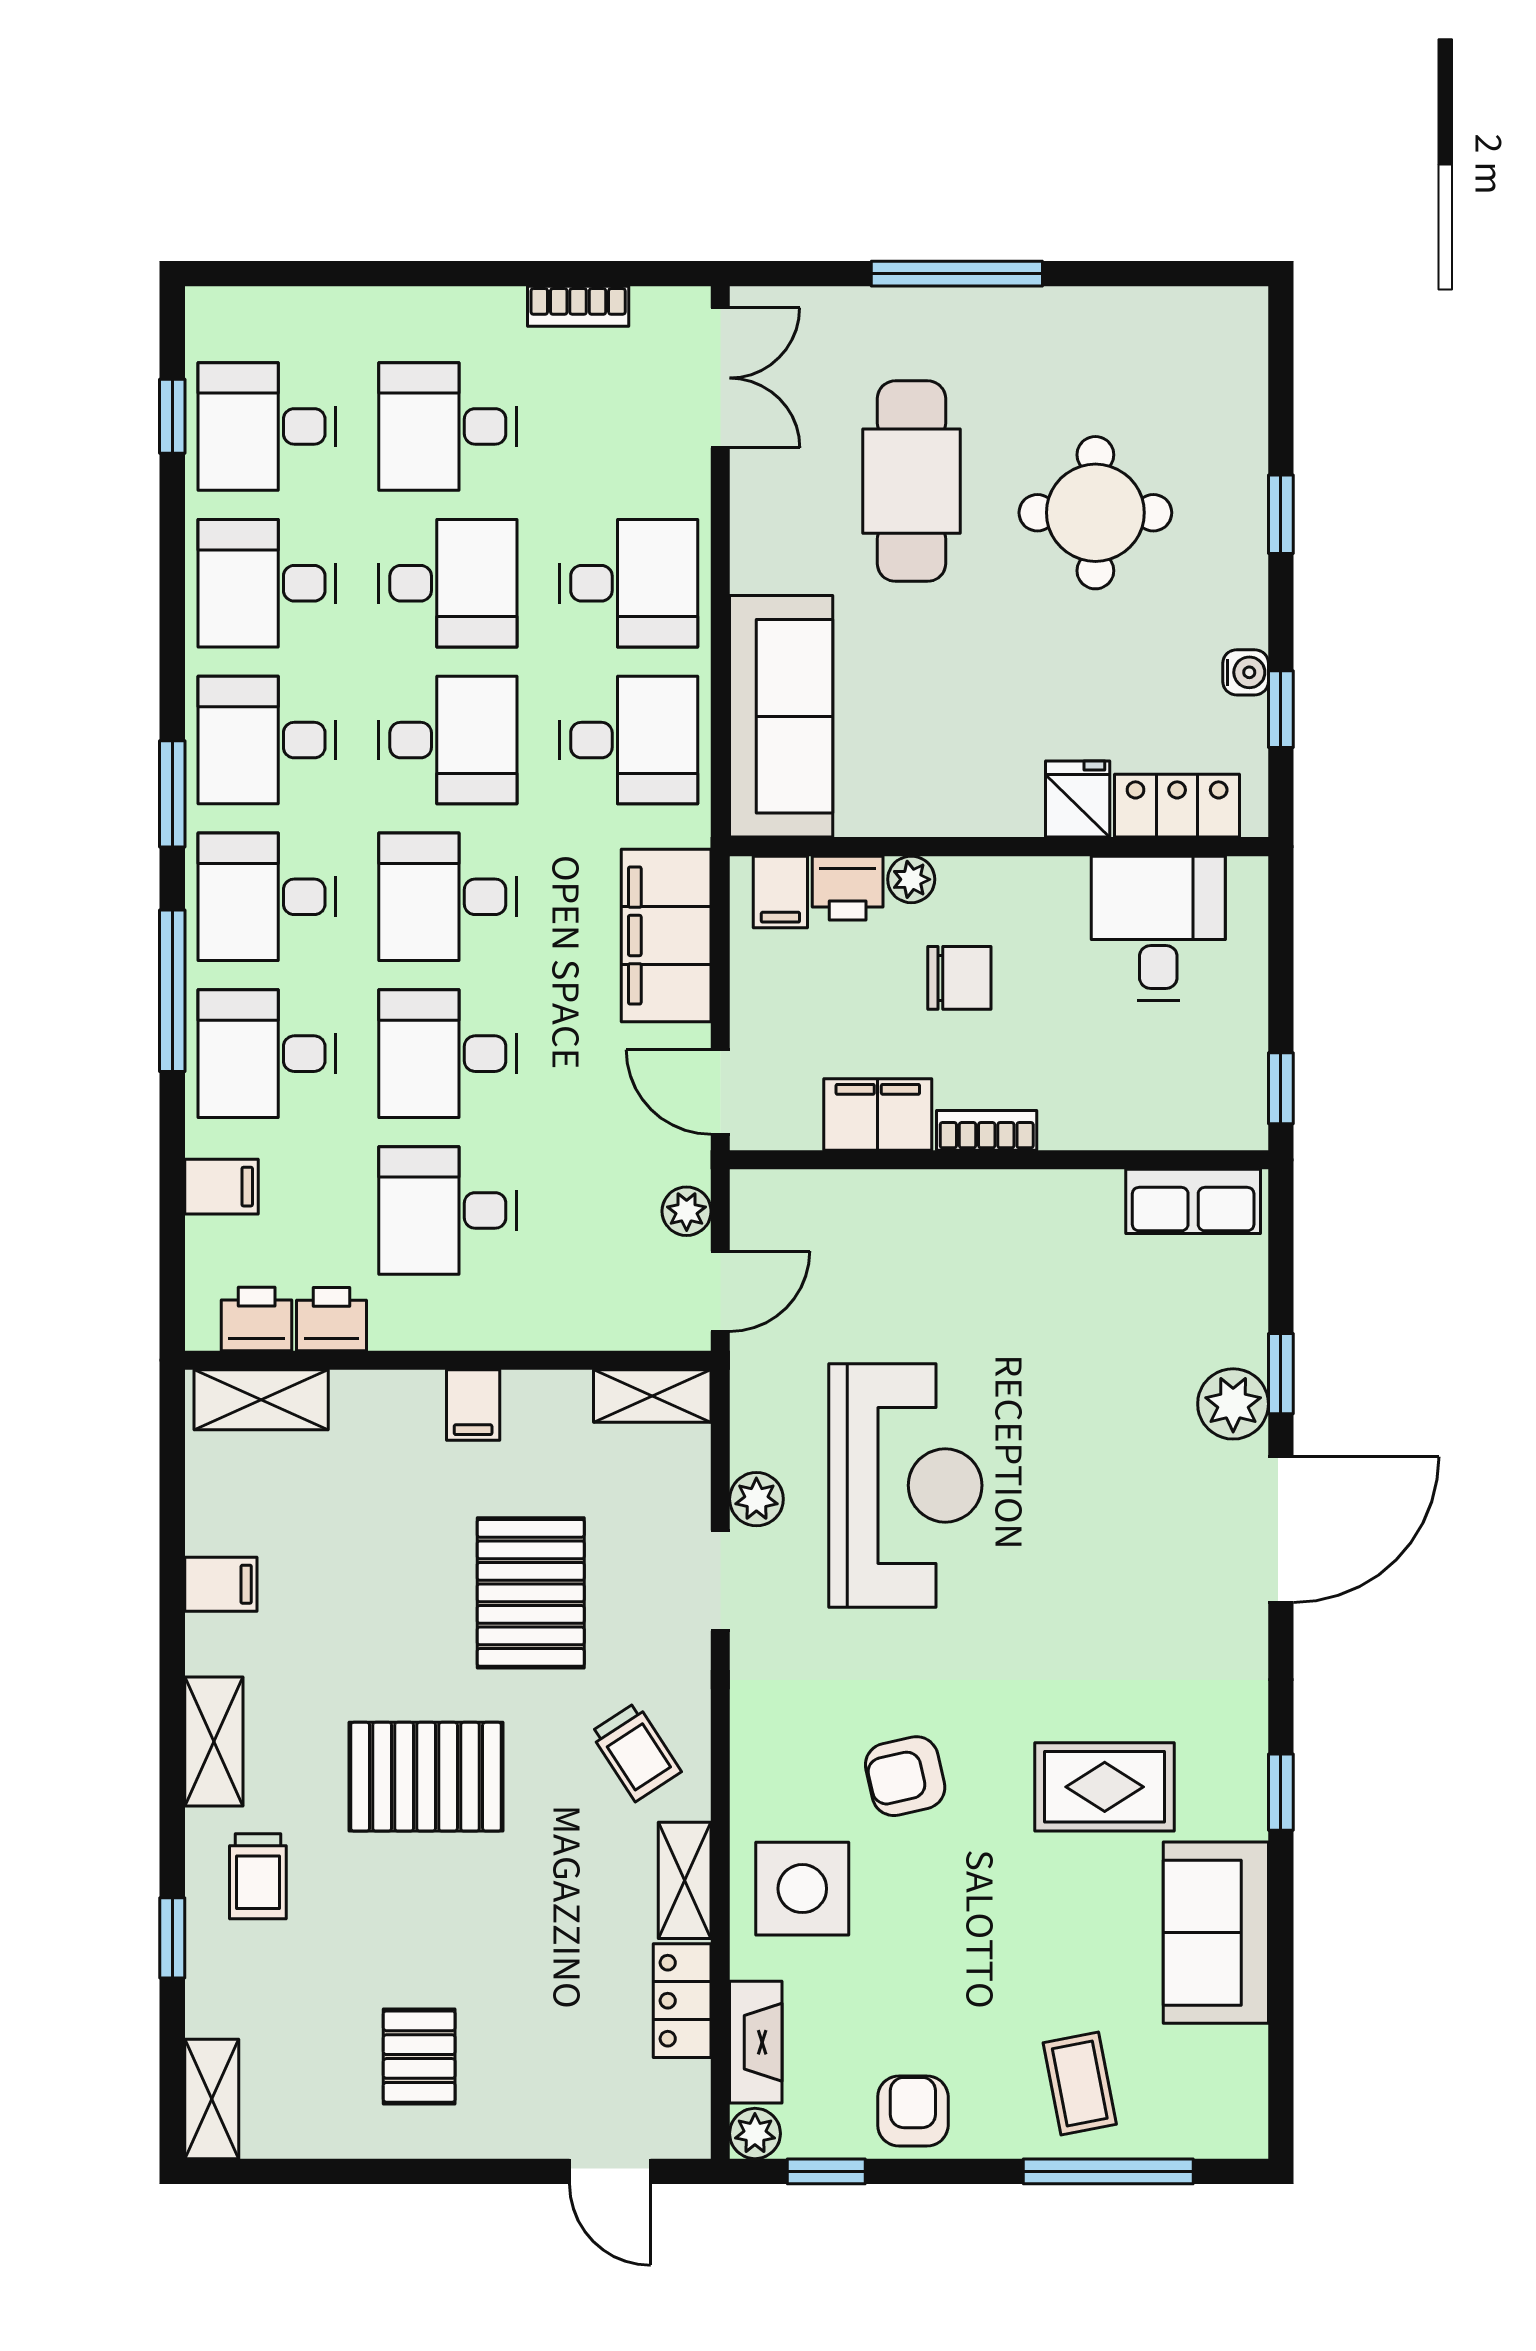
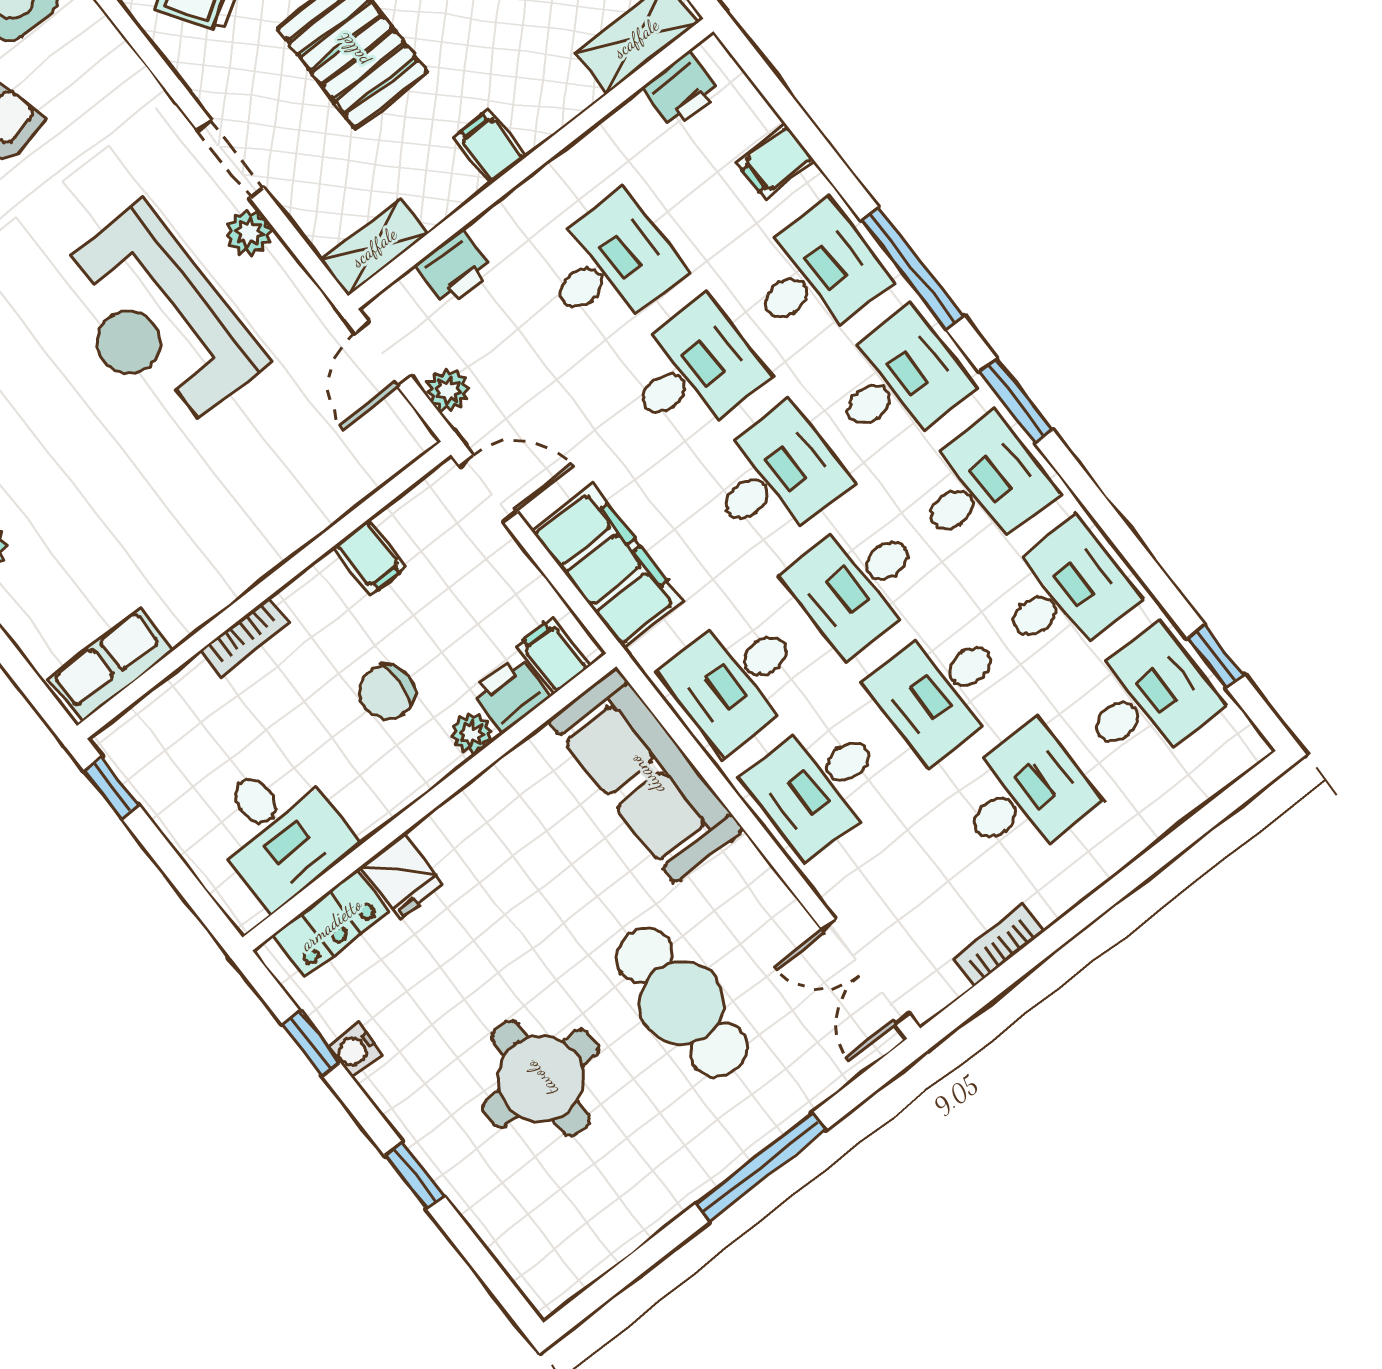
filing cabinet: (878, 1114) -> (370, 557), width x0.50
bookcase: (987, 1130) -> (245, 637), moved
printer: (331, 1319) -> (454, 268), moved

